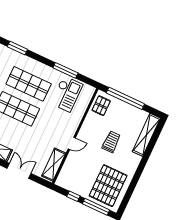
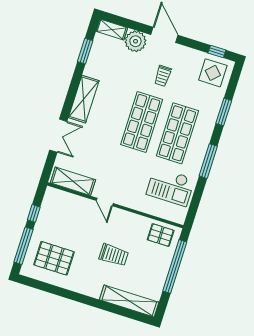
window: (65, 70) -> (208, 161), moved
pallet: (108, 186) -> (54, 258), width x0.73, depth x0.71

